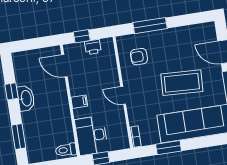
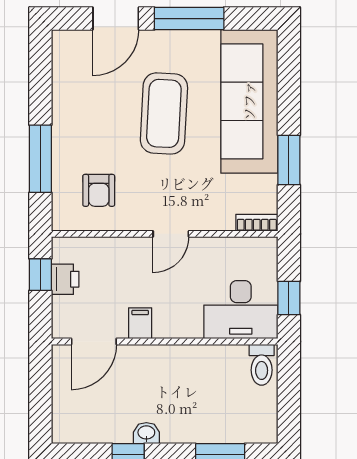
window: (82, 36) -> (40, 275), moved
washbasin: (26, 98) -> (146, 433), width x0.52, depth x0.69
filing cabinet: (79, 102) -> (140, 323), moved

